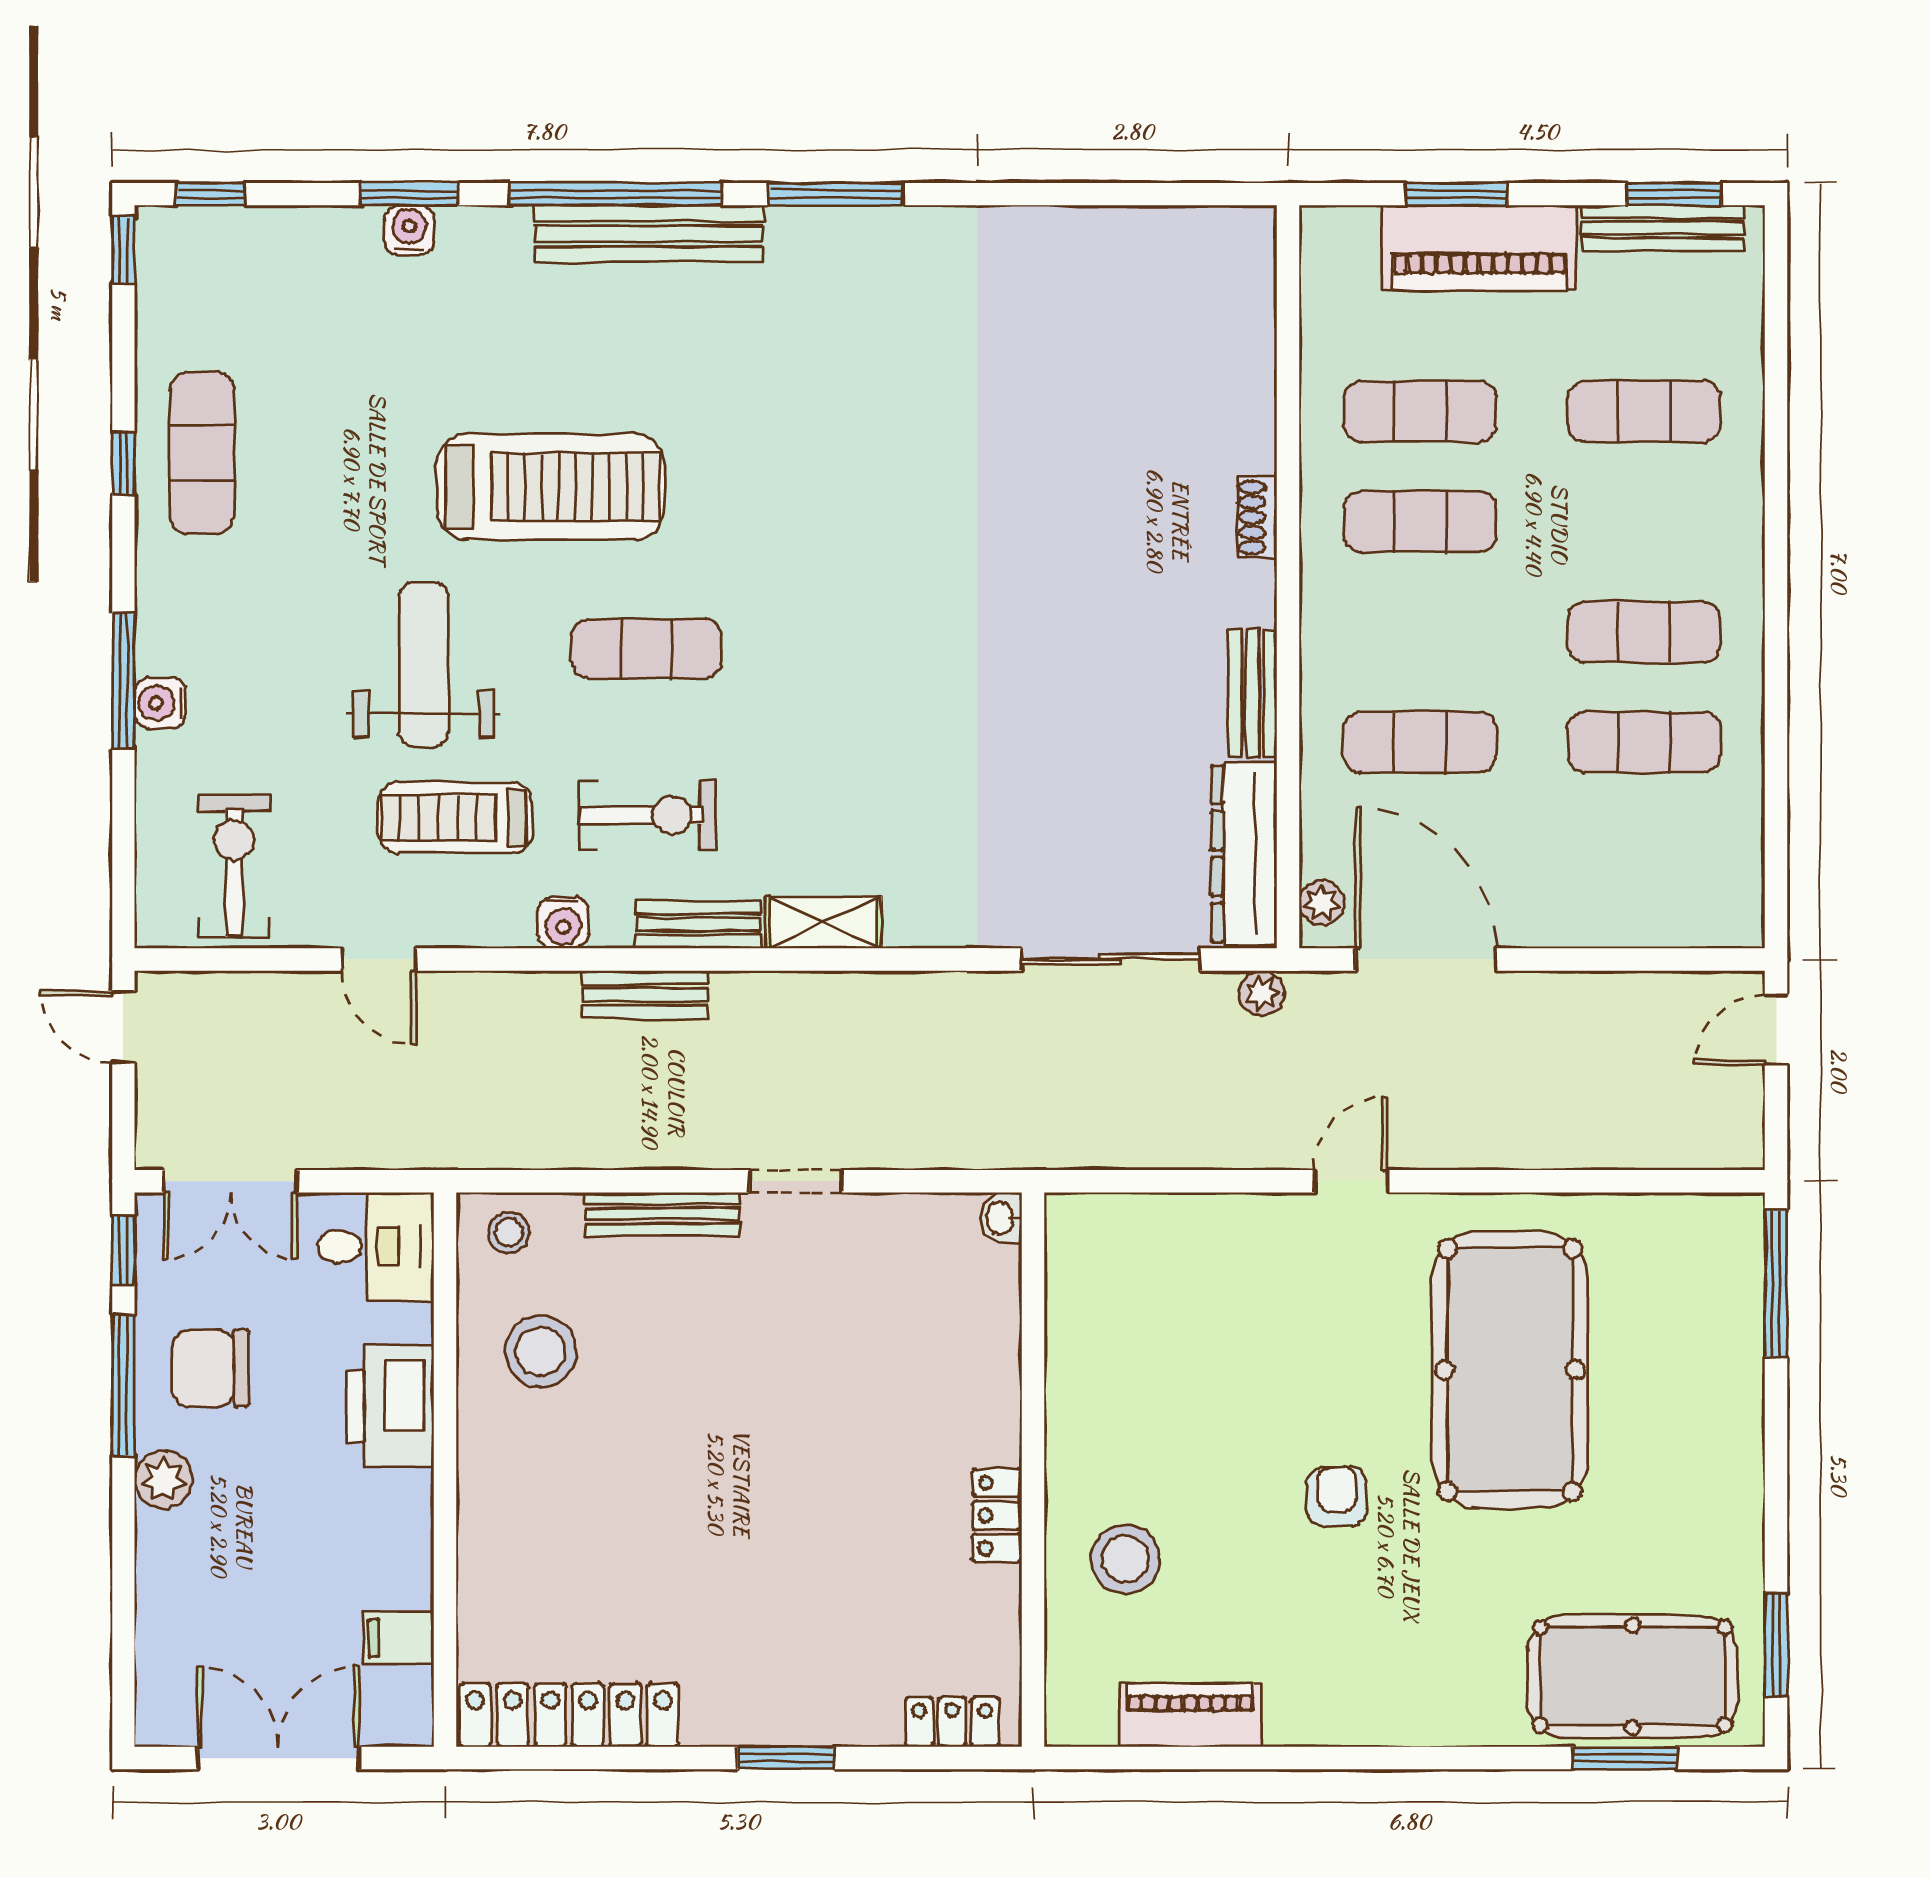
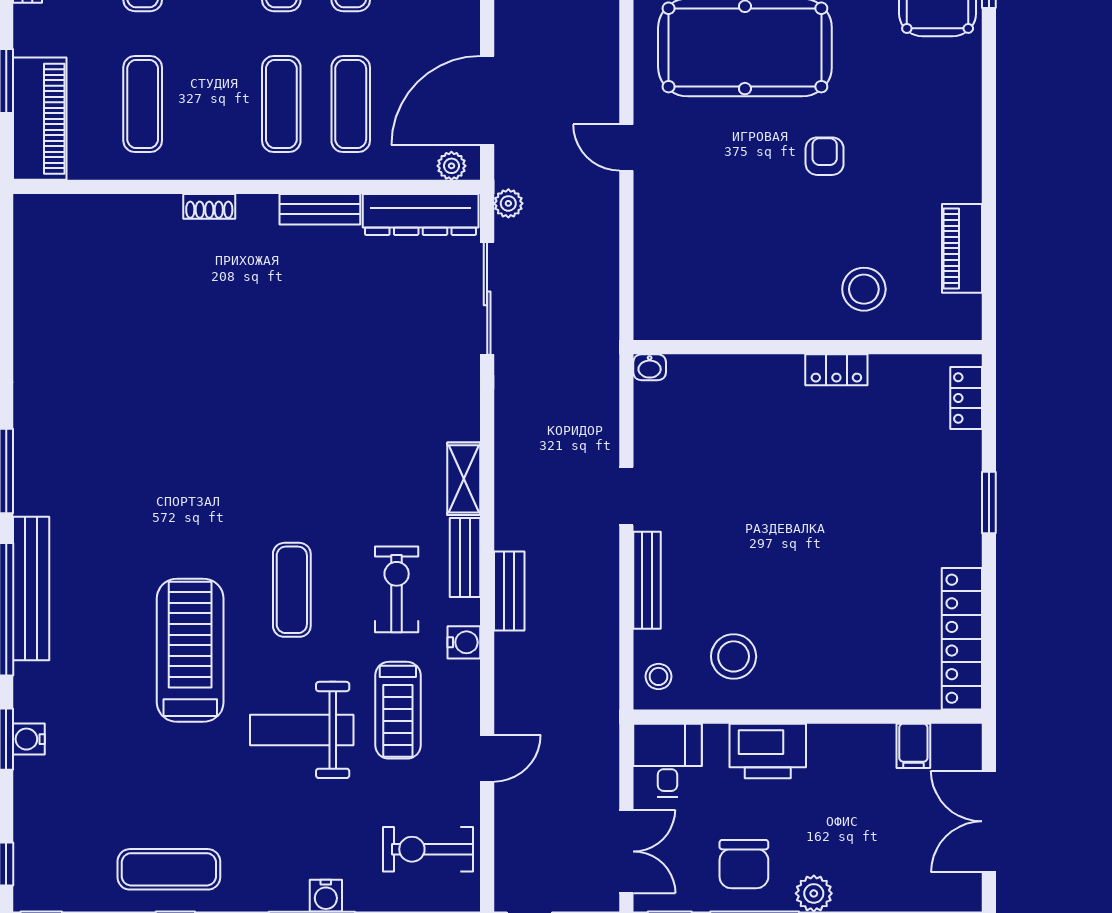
piano: (1479, 248) -> (40, 119), moved
exercise mat: (1420, 522) -> (281, 104), moved
armchair: (1337, 1497) -> (825, 156), turned 92

